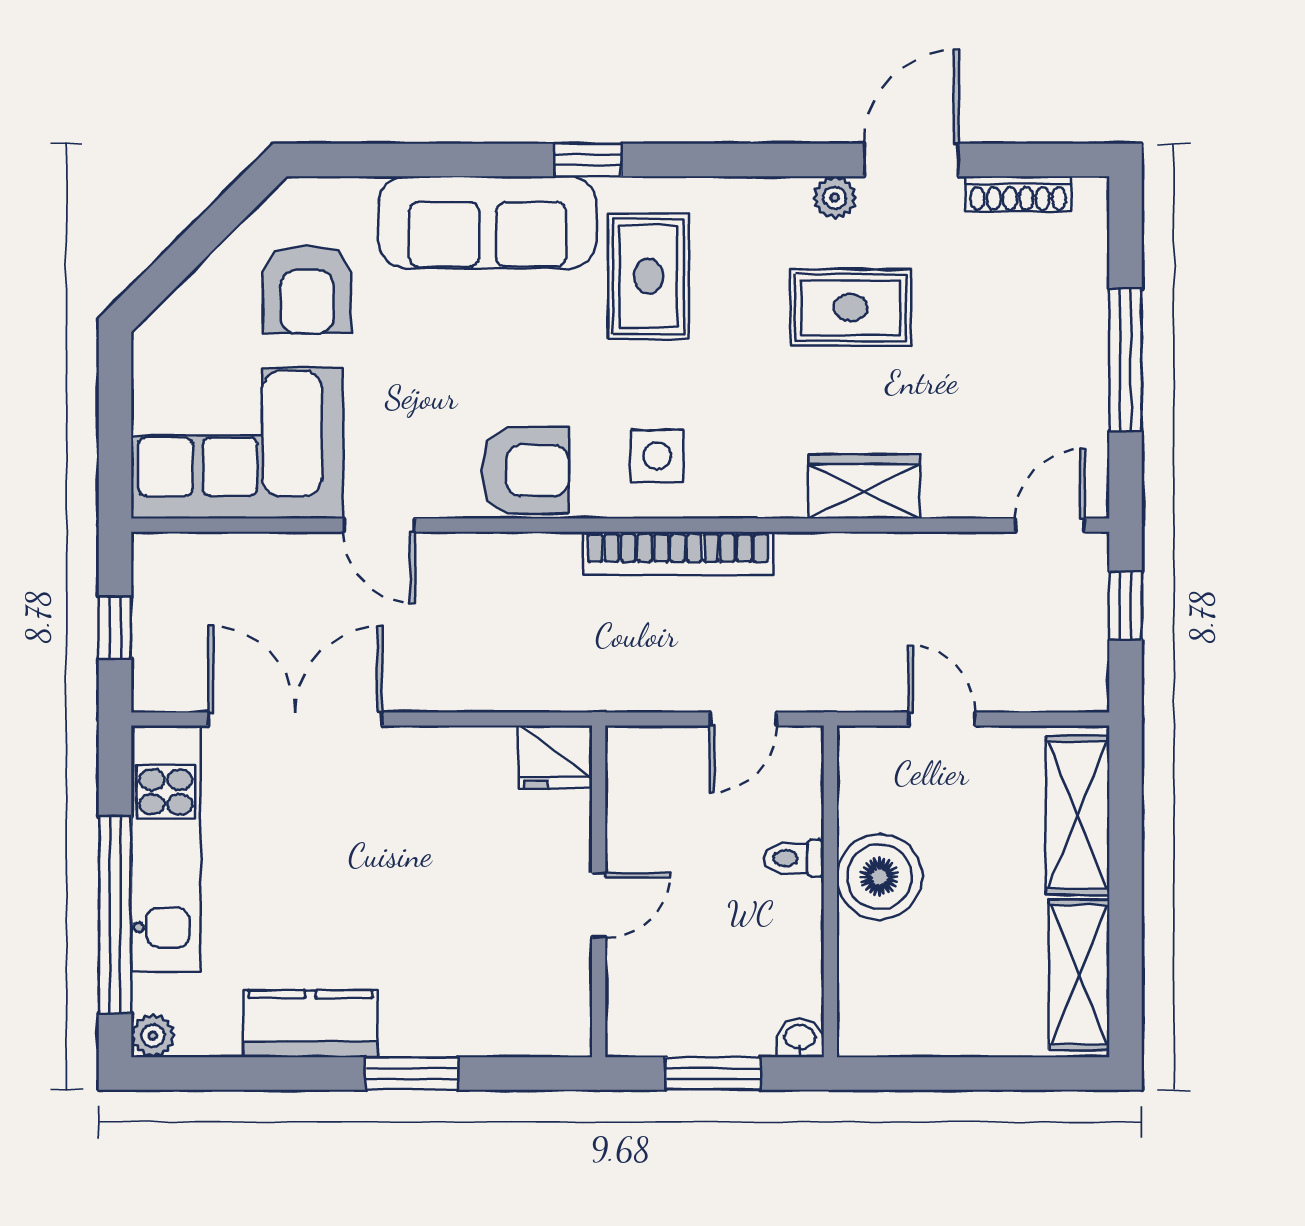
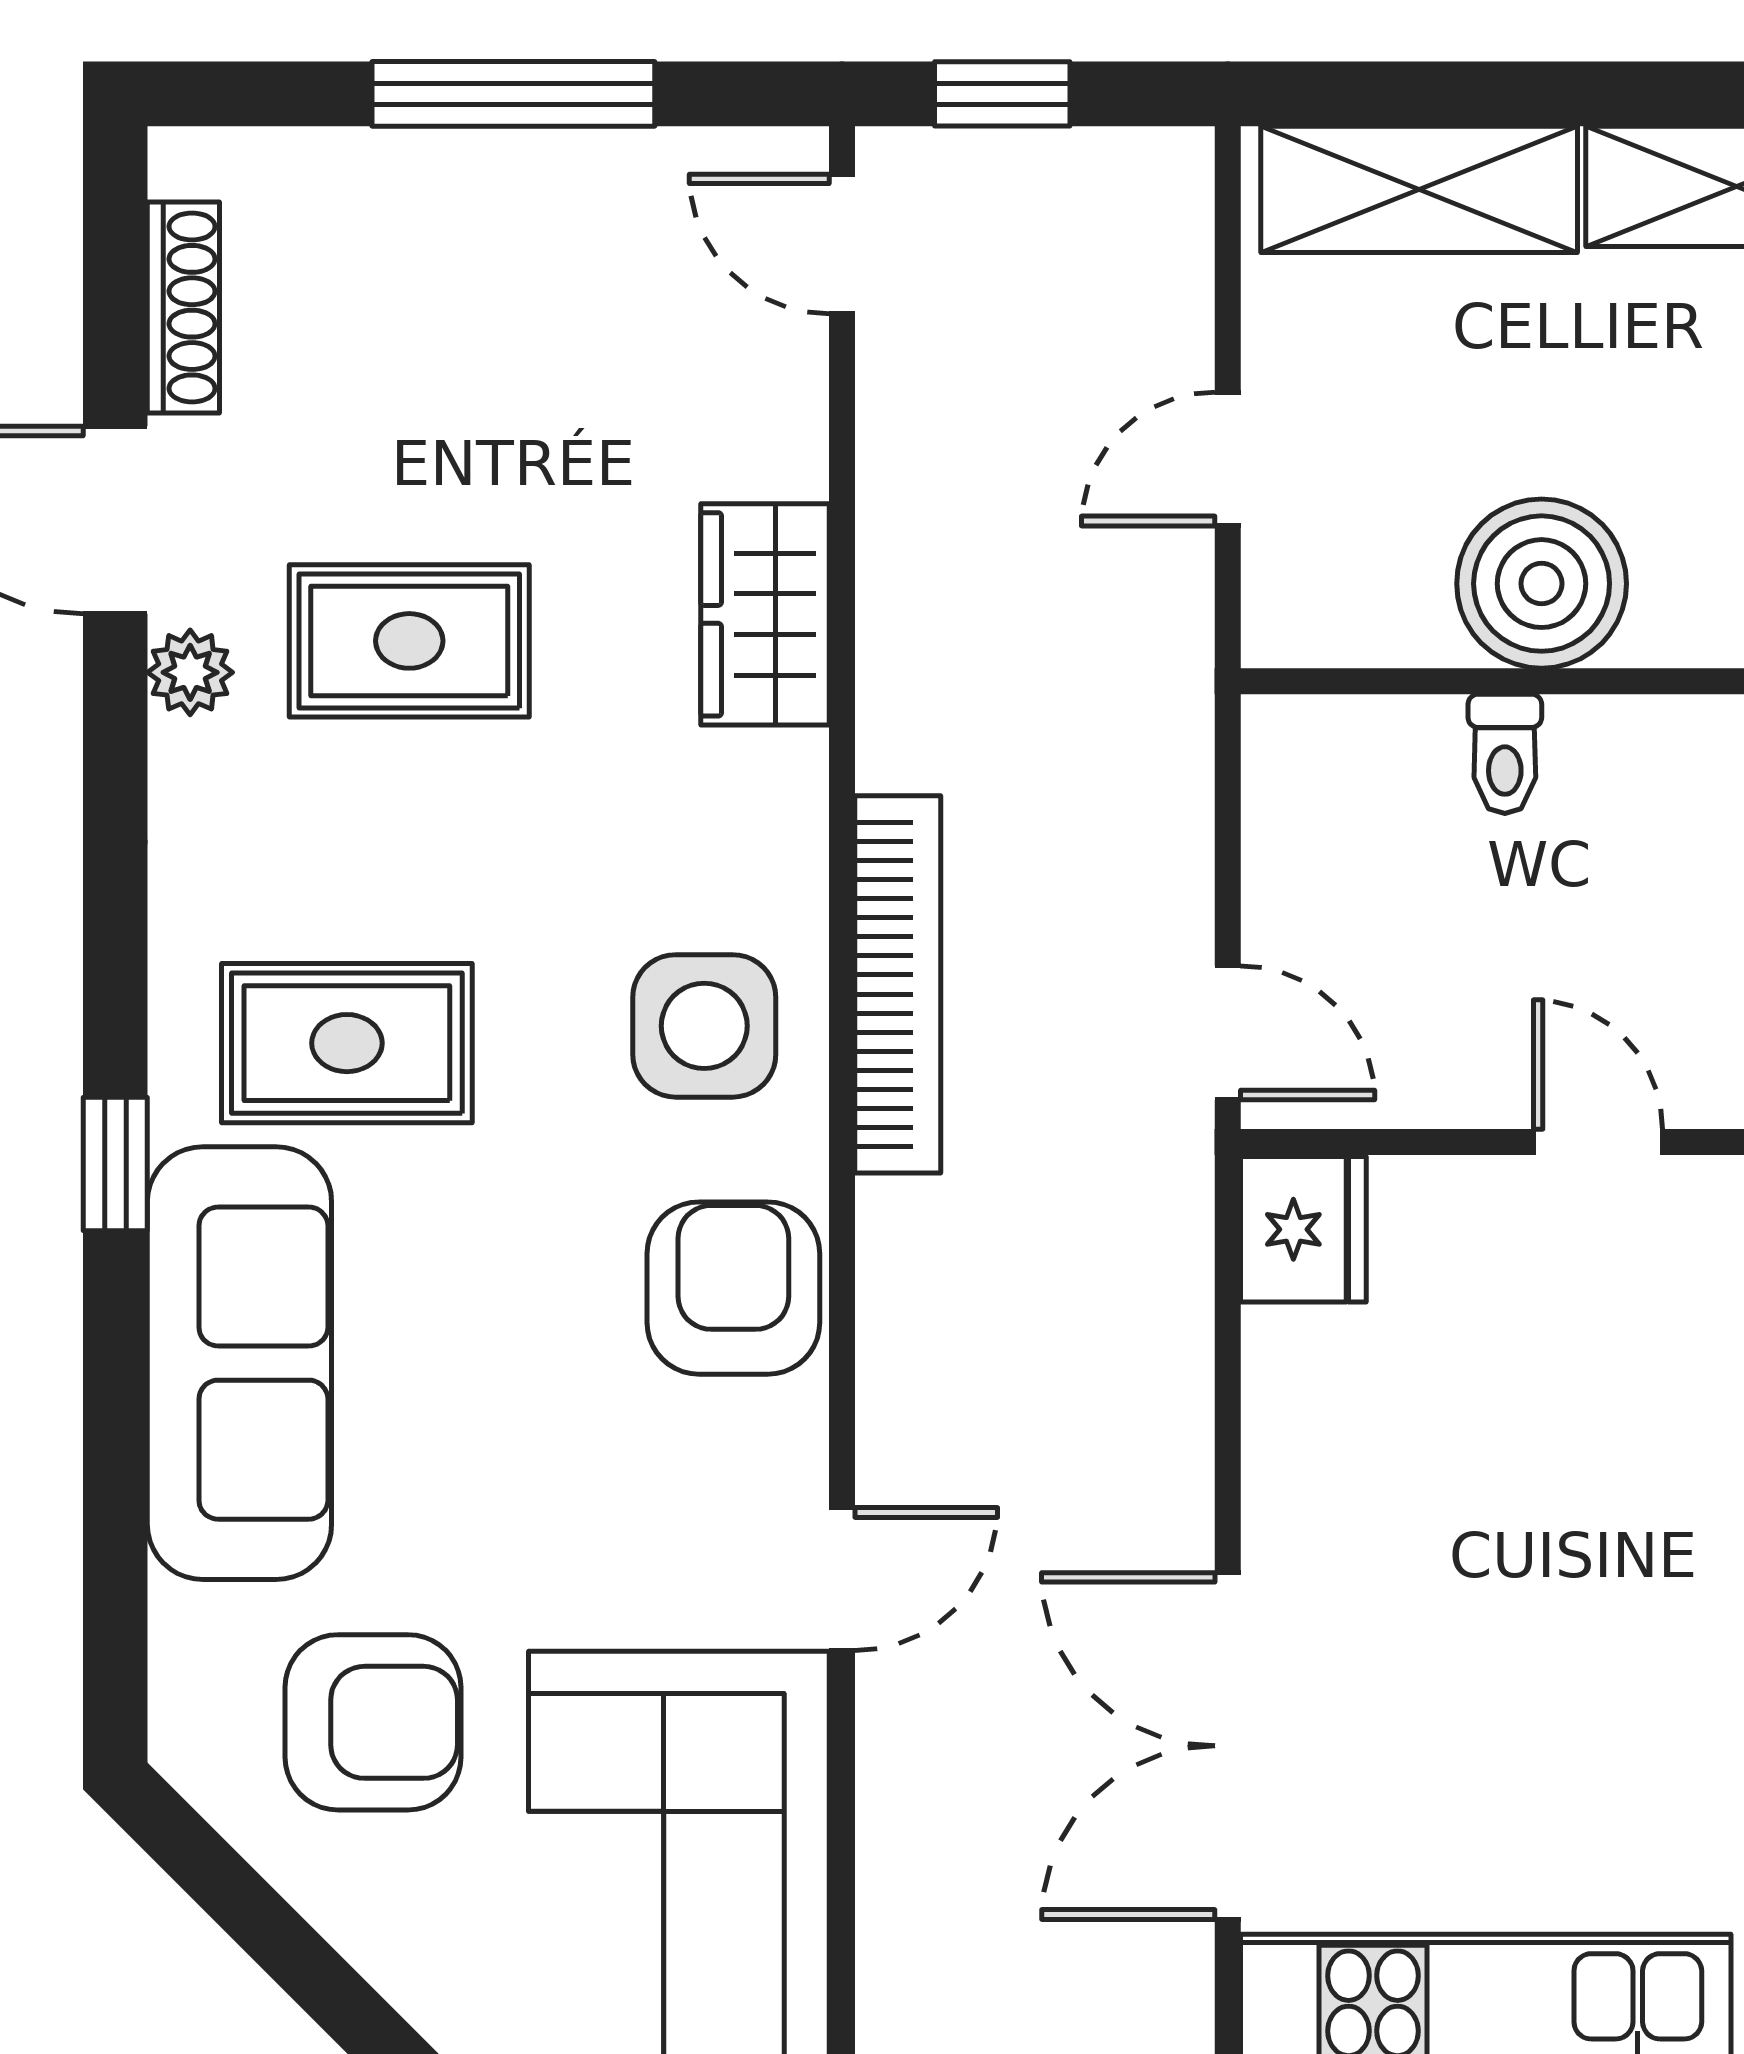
rug: (851, 308) -> (409, 641), turned 90
side table: (657, 456) -> (704, 1026), width x1.37, depth x1.37
door: (743, 719) -> (1228, 1033), moved

